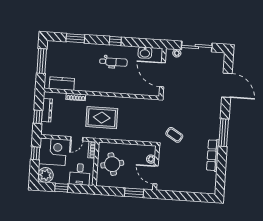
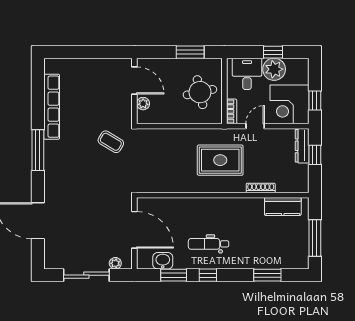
window: (138, 42) -> (174, 275), added
dresser: (47, 110) -> (302, 146), moved
row of seats: (213, 155) -> (52, 107), width x1.36
plant: (46, 175) -> (274, 69), moved
window: (134, 193) -> (190, 52), moved

